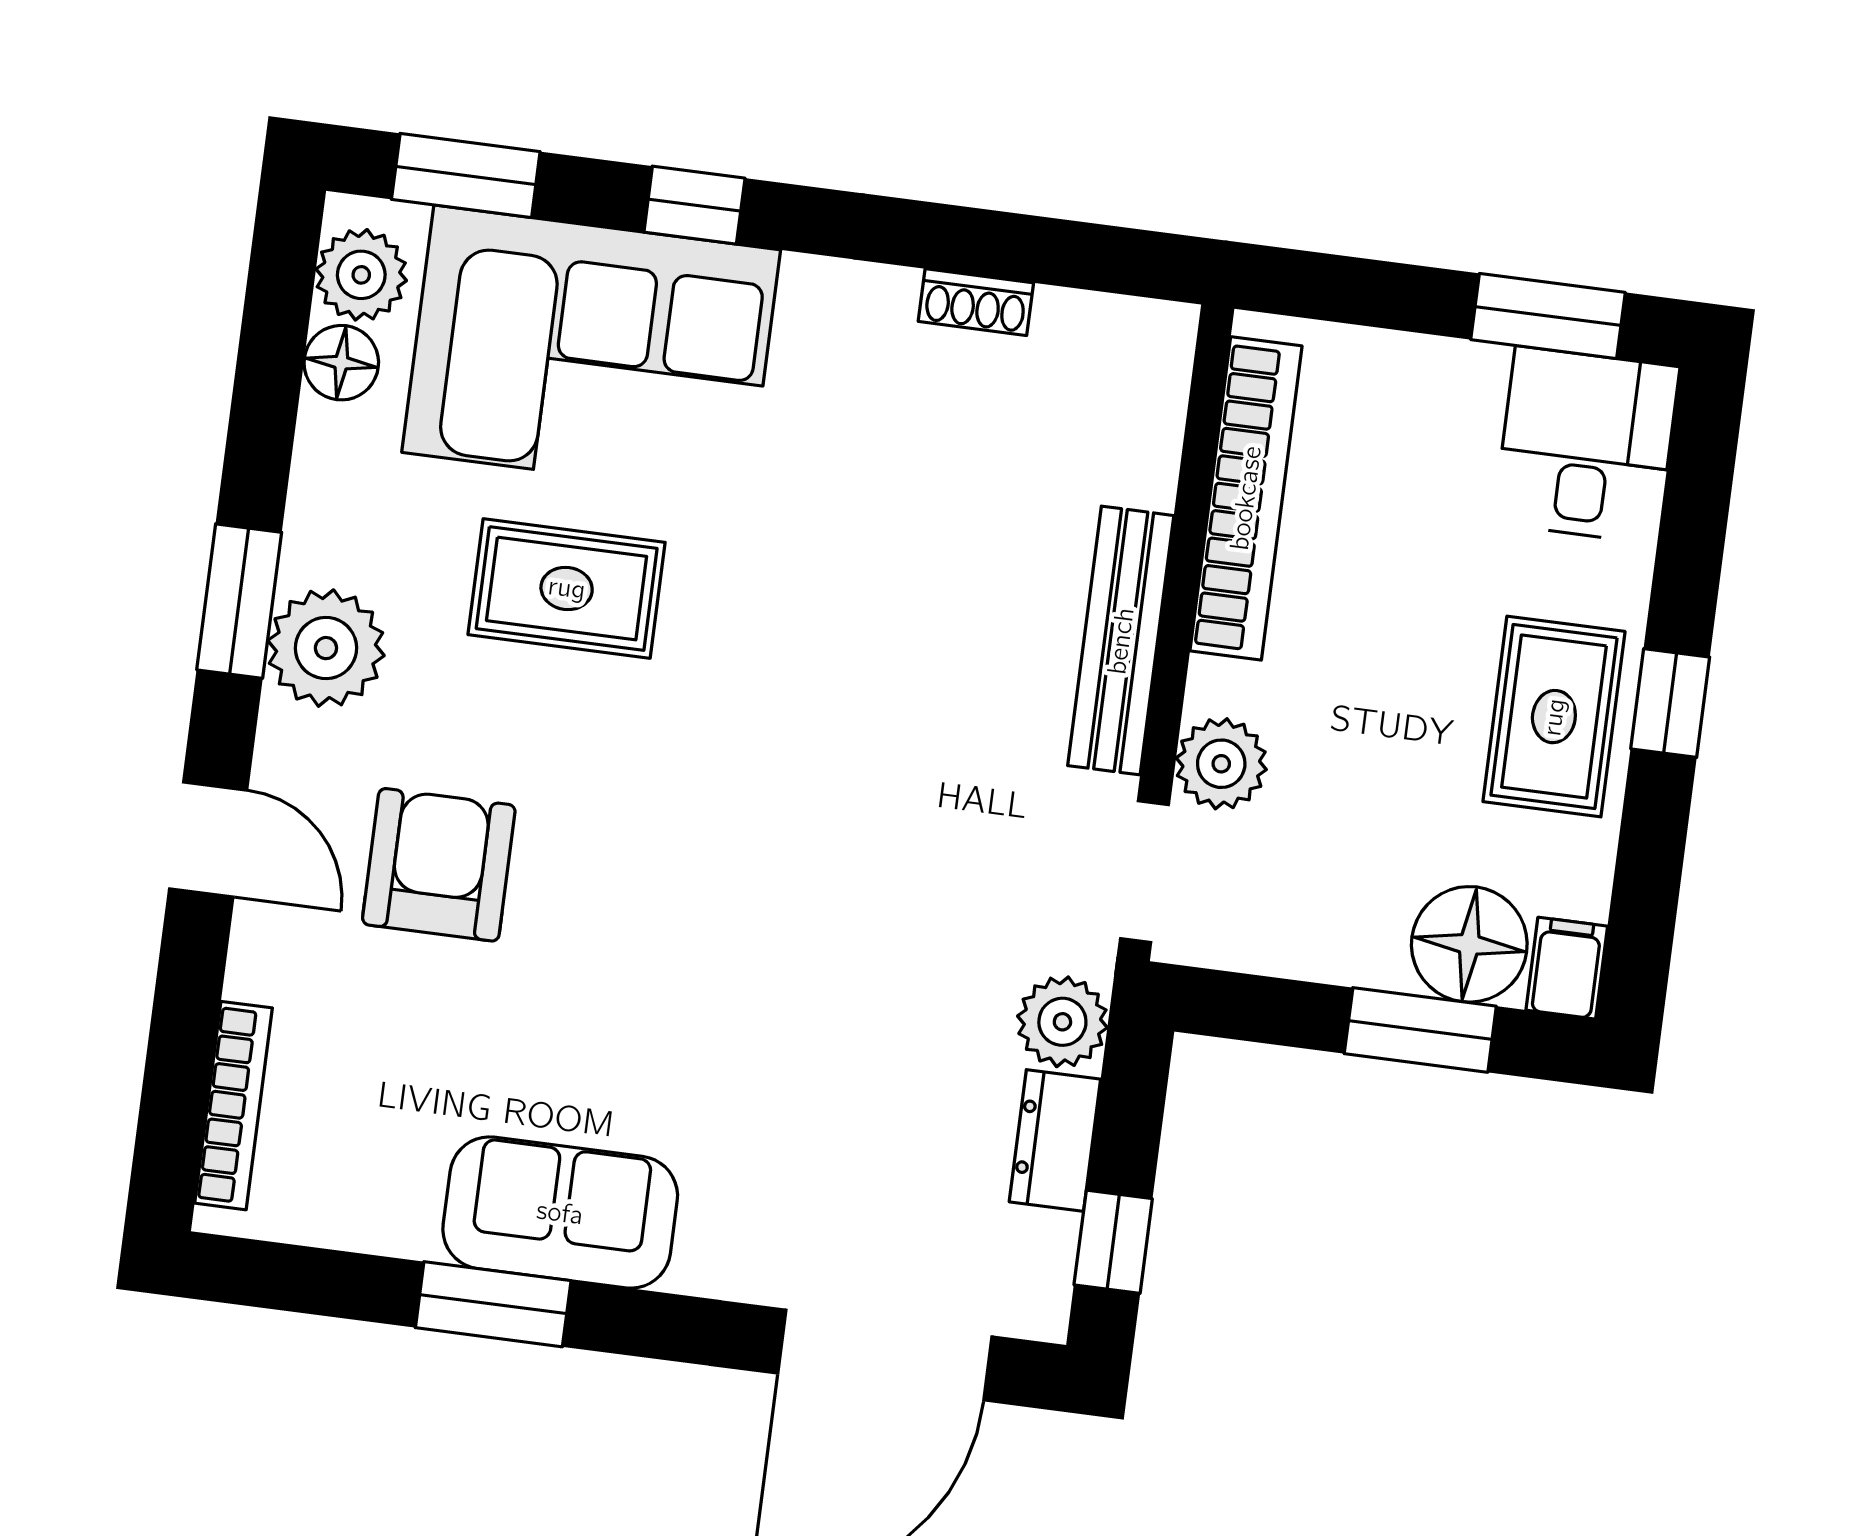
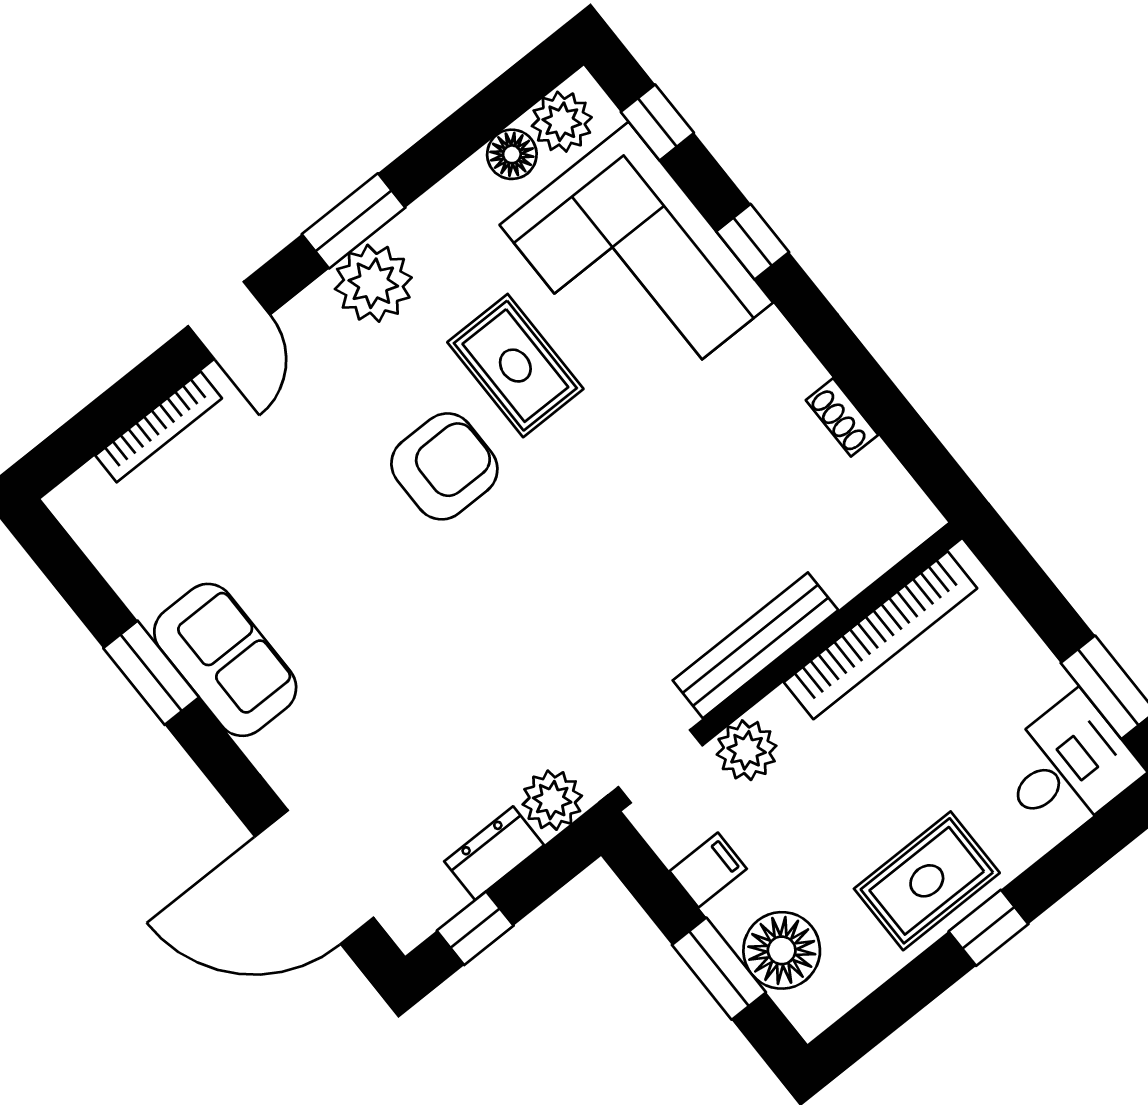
window: (466, 175) -> (657, 122), width x0.67
armchair: (439, 865) -> (444, 466), moved
filing cabinet: (1567, 968) -> (708, 870), moved
bookcase: (233, 1106) -> (159, 427), moved

